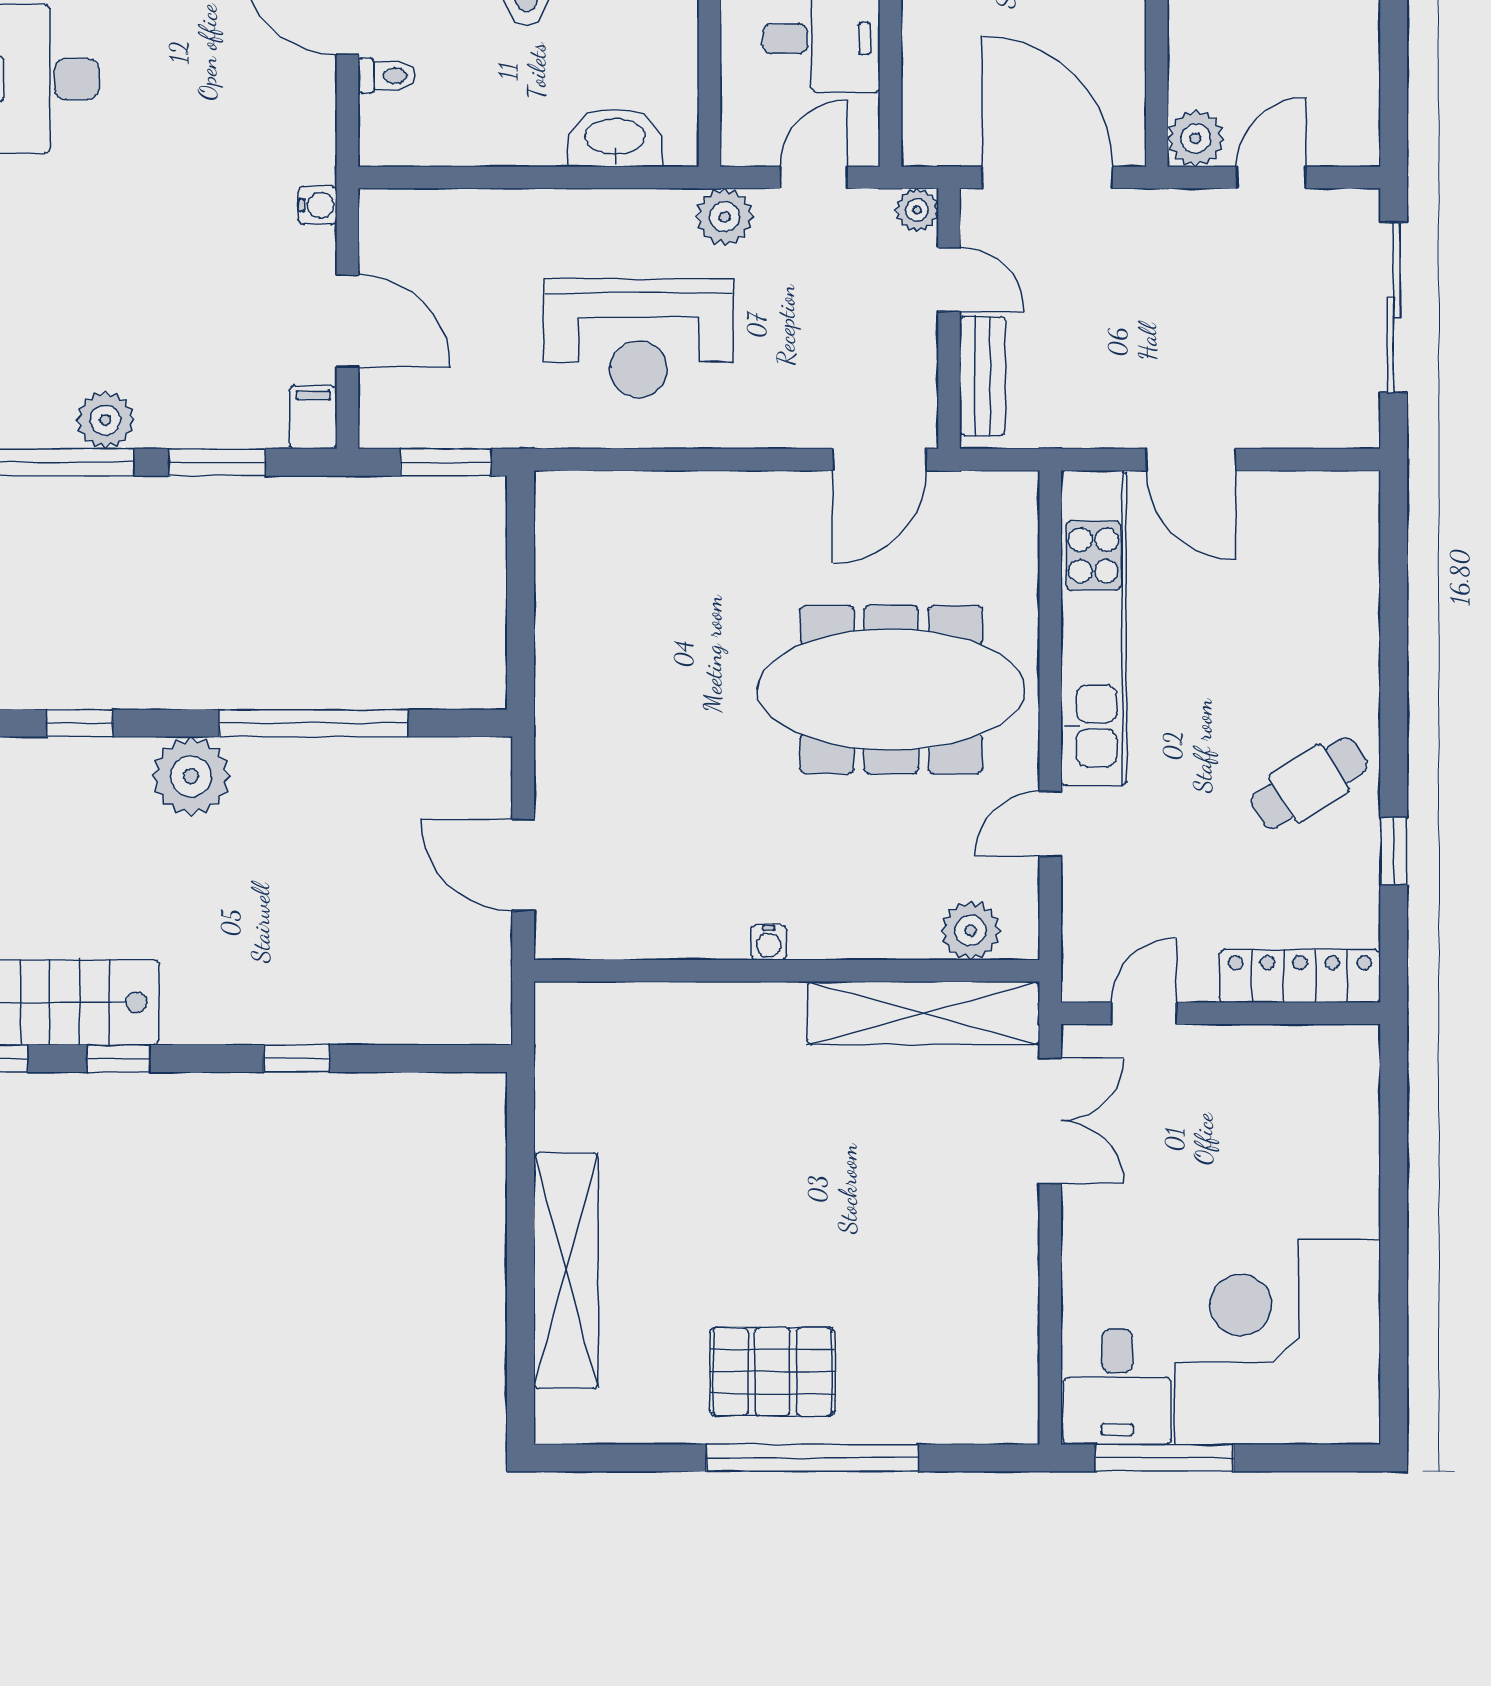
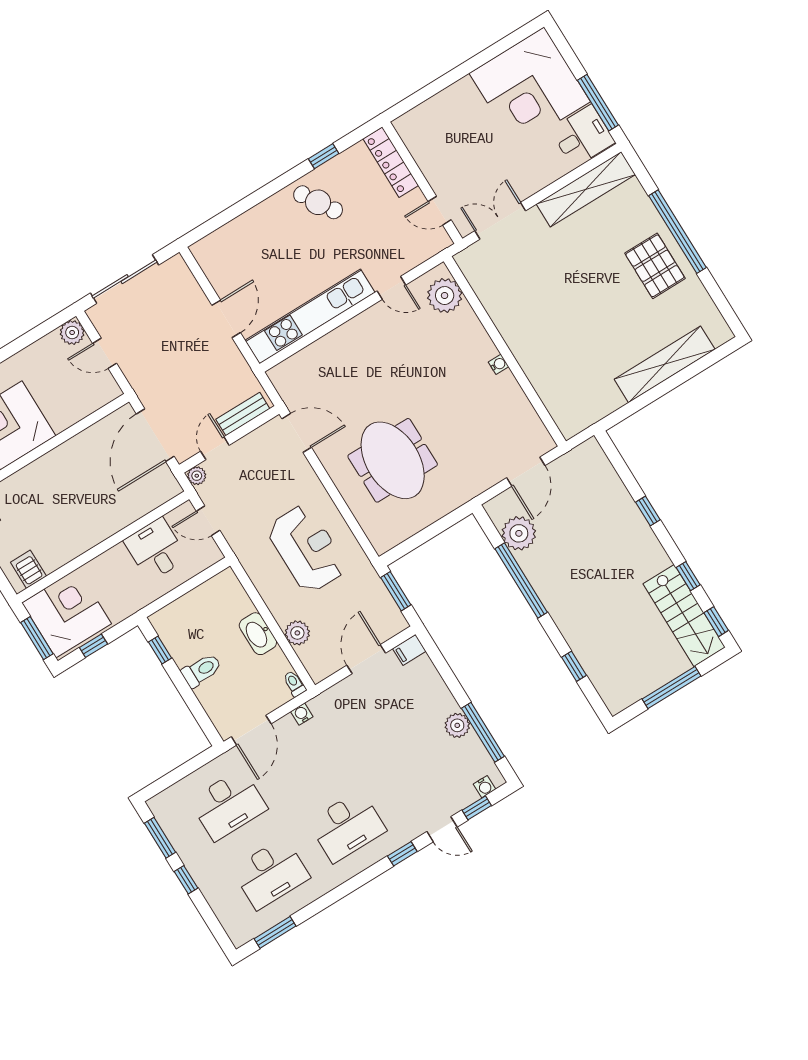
toilet: (387, 76) -> (294, 684), moved
washbasin: (615, 138) -> (258, 634), moved
plant: (1196, 138) -> (72, 332), moved
water cooler: (318, 205) -> (302, 714), moved
plant: (725, 217) -> (297, 633), moved
window: (217, 462) -> (447, 675), removed
meeting table: (891, 689) -> (393, 460), moved, width x0.73
plant: (191, 776) -> (519, 533), moved
plant: (970, 930) -> (445, 296), width x1.36, depth x1.36
shelving: (923, 1013) -> (586, 189), moved, turned 90

